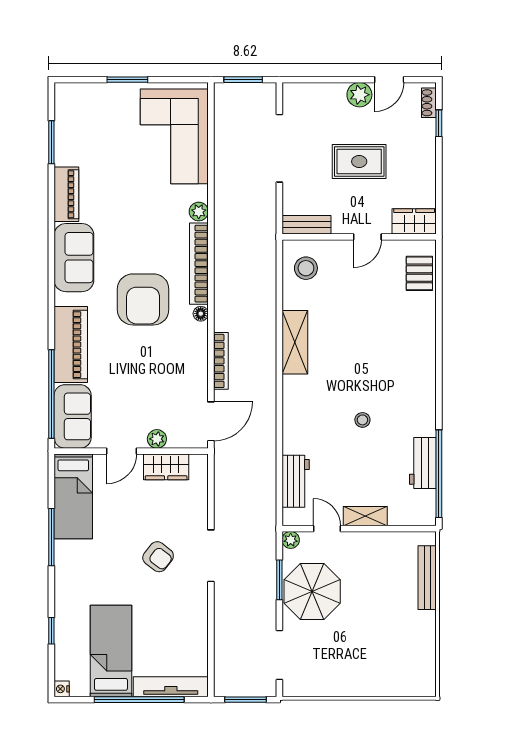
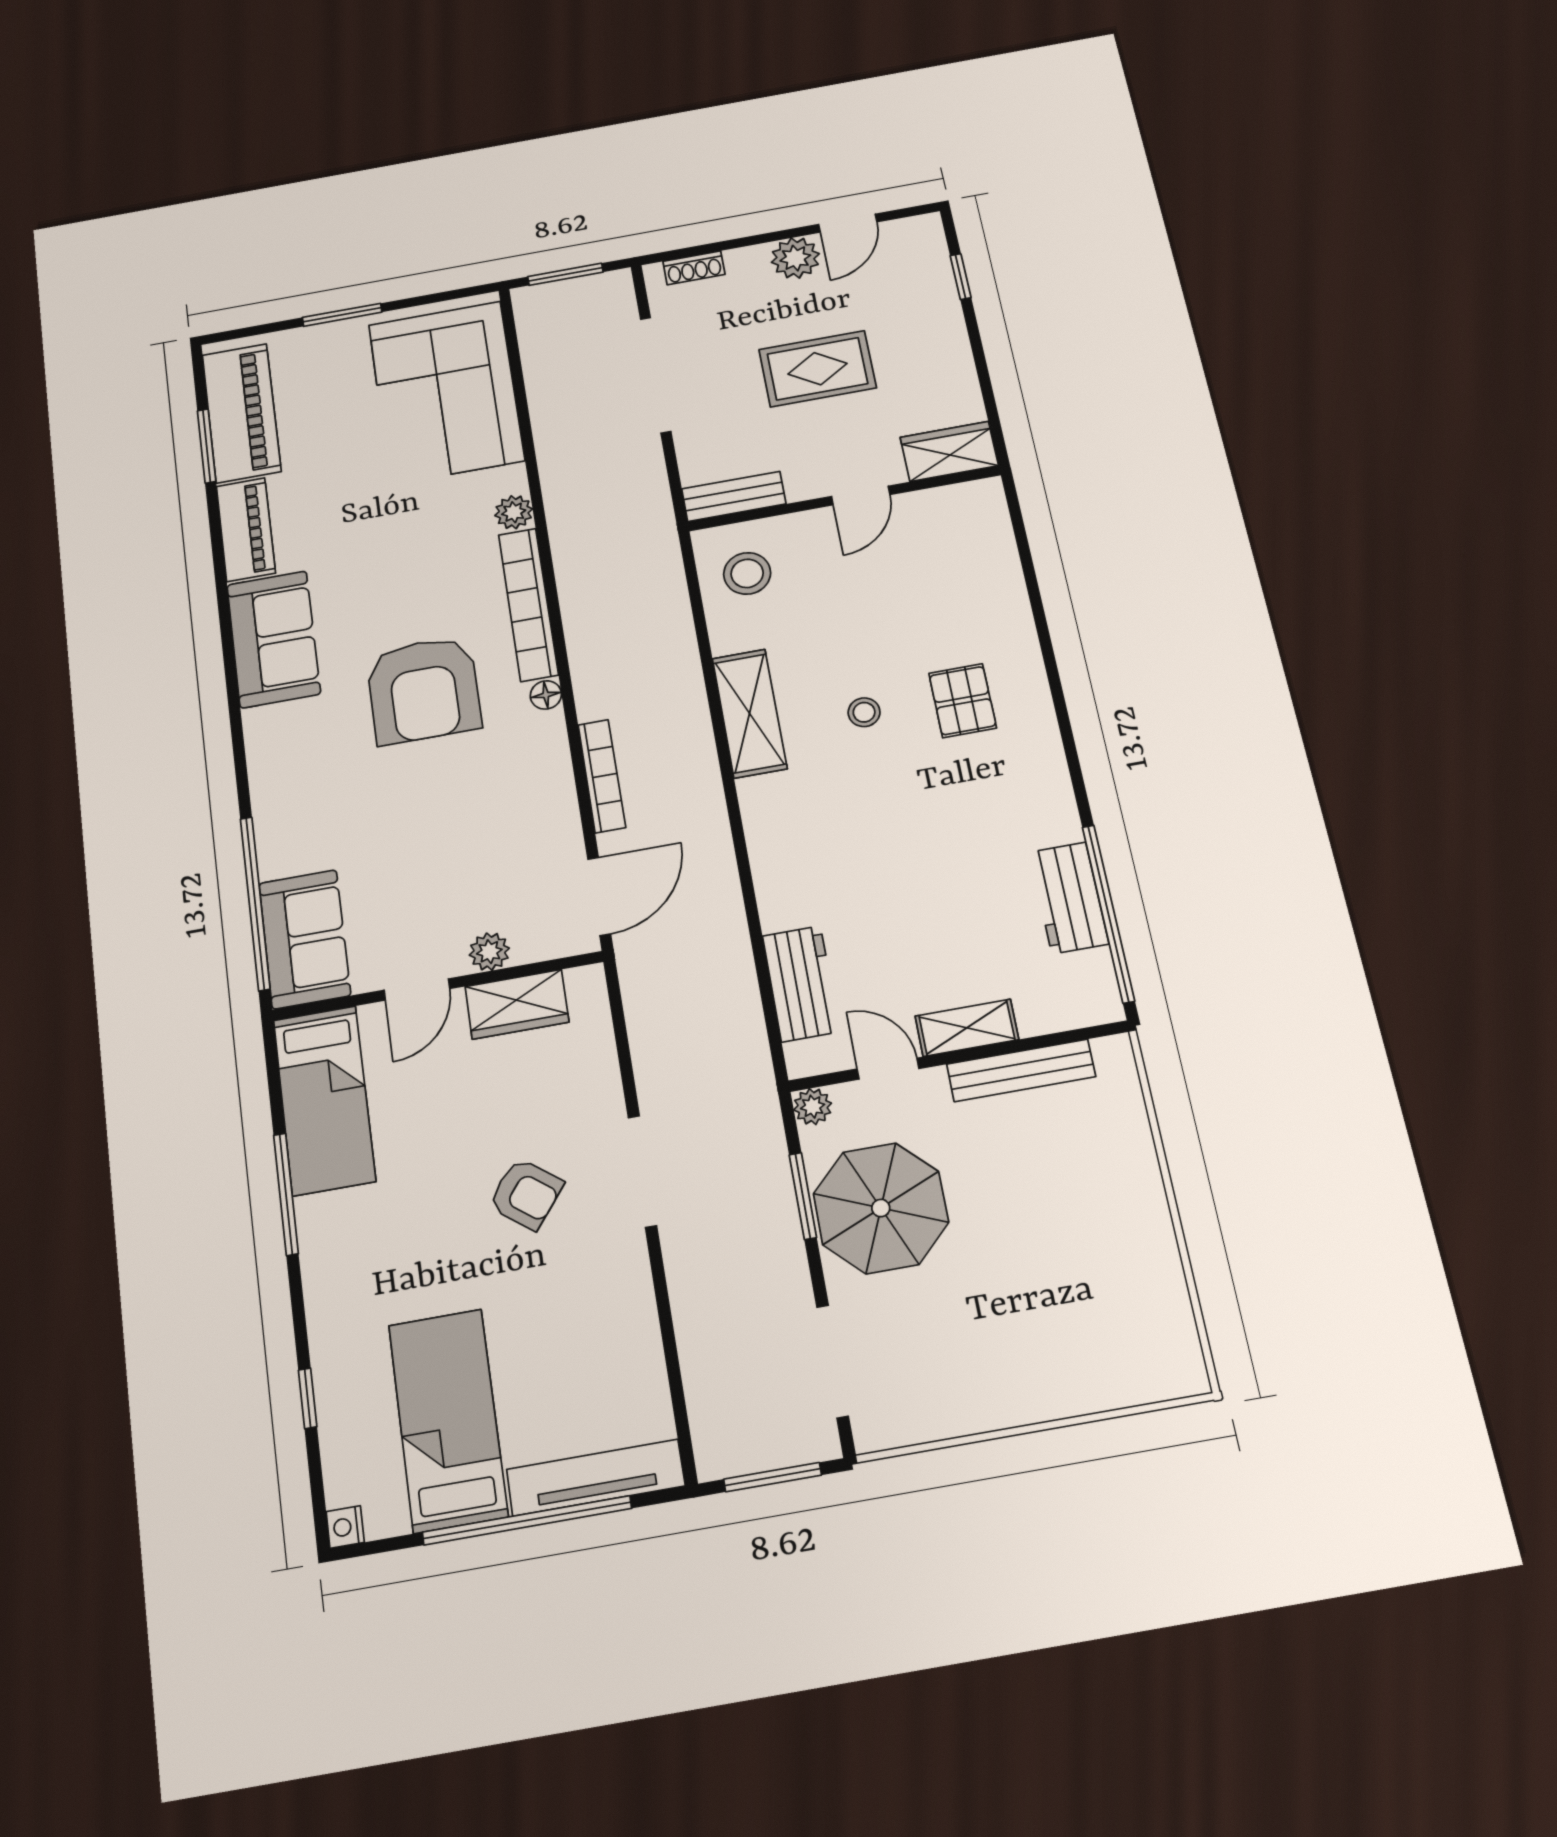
shoe rack: (429, 103) -> (694, 268), moved, turned -90
pallet: (419, 273) -> (963, 701), moved
piano: (71, 345) -> (241, 413), moved
stool: (362, 420) -> (864, 712), moved
bench: (427, 578) -> (1021, 1070), moved, turned 90

